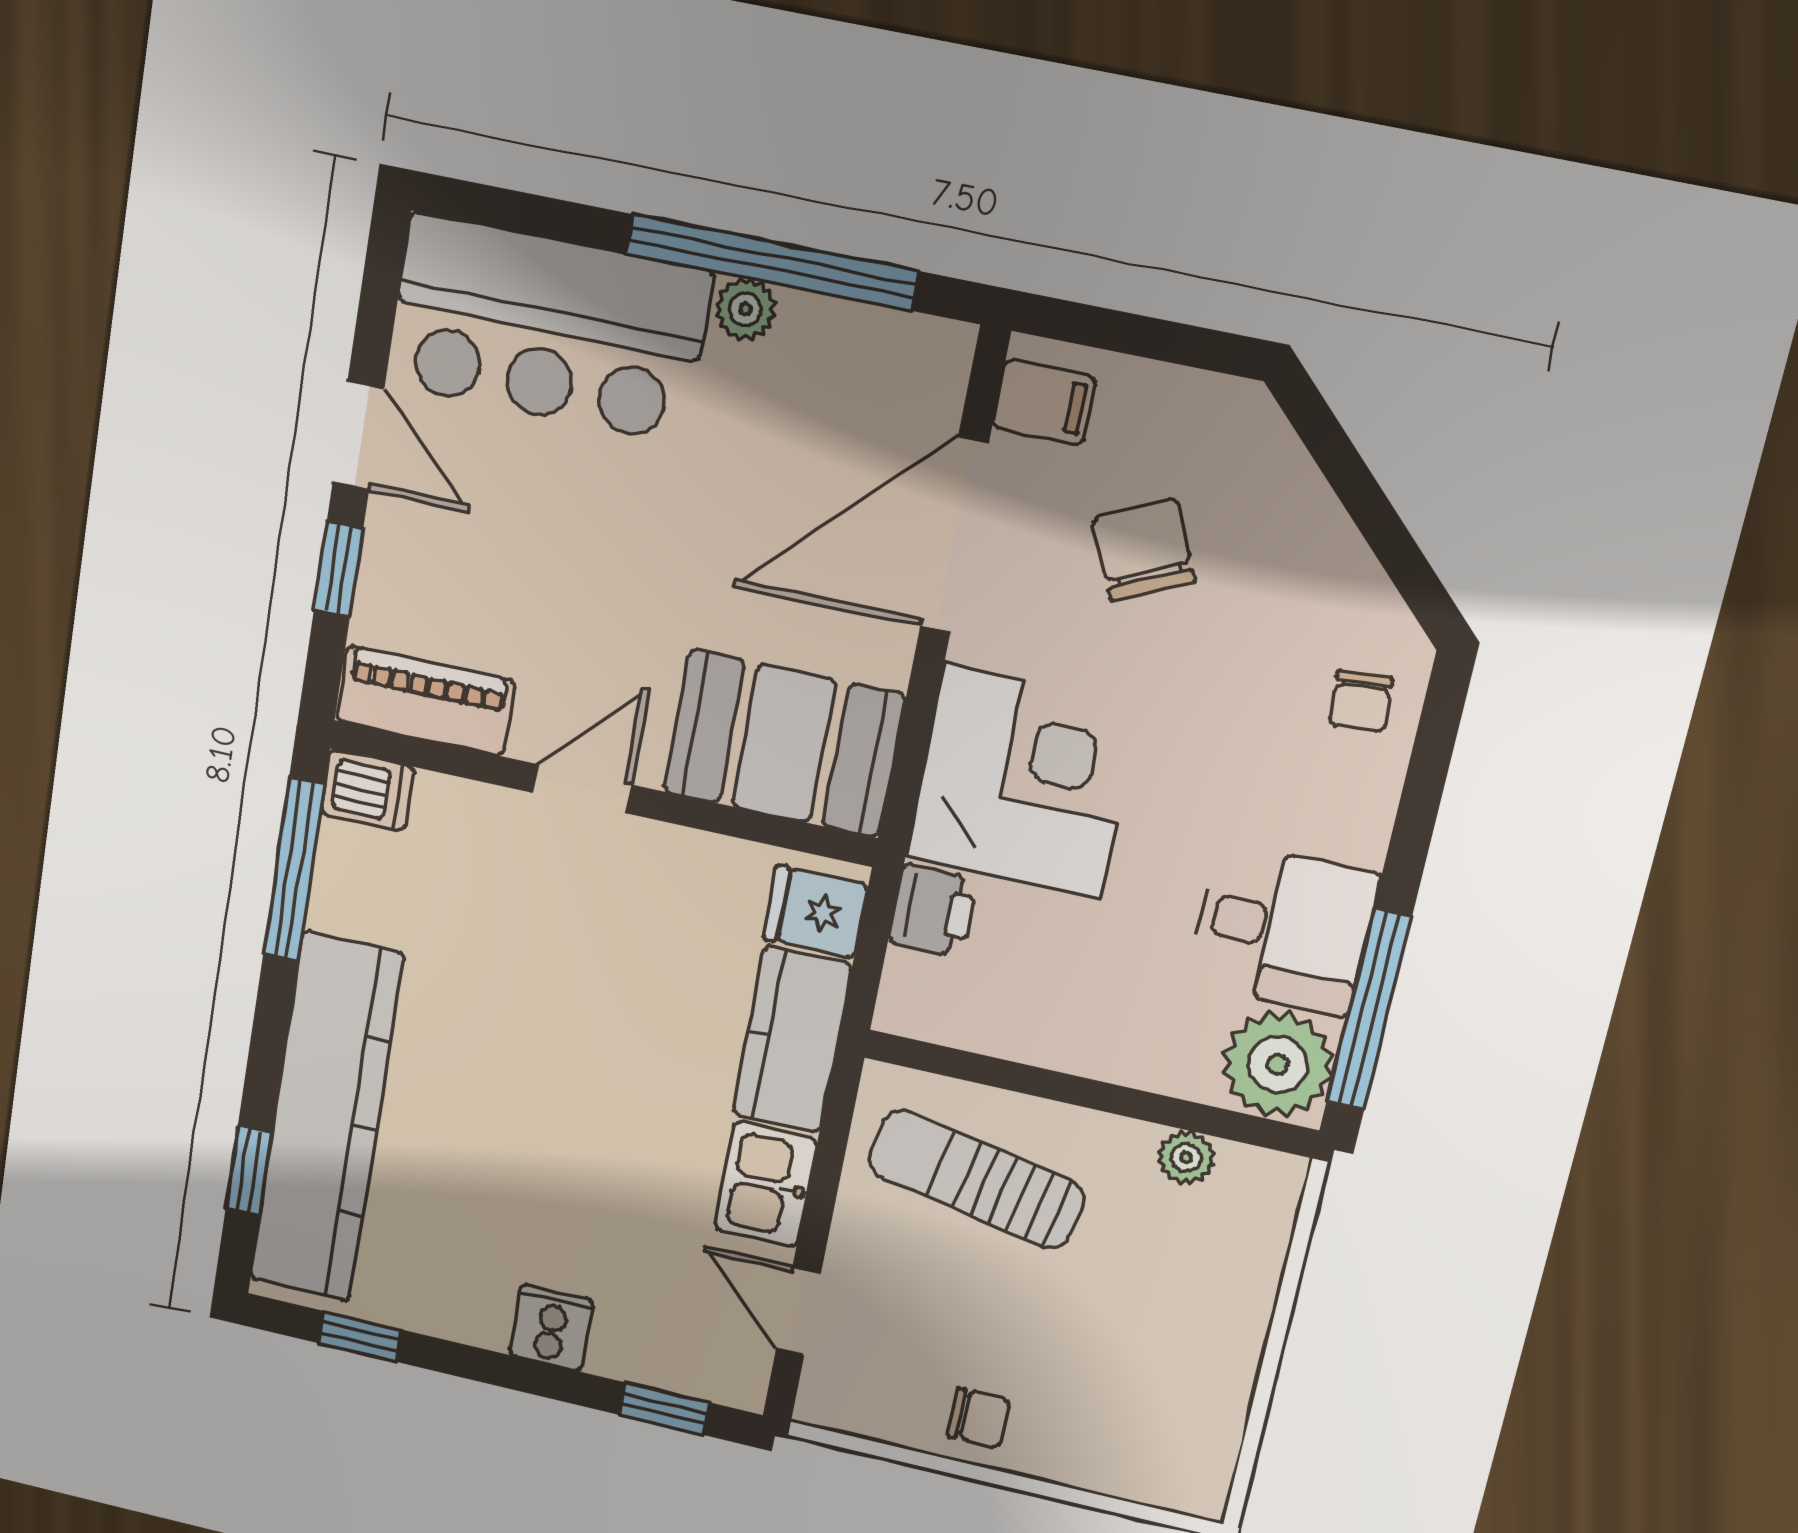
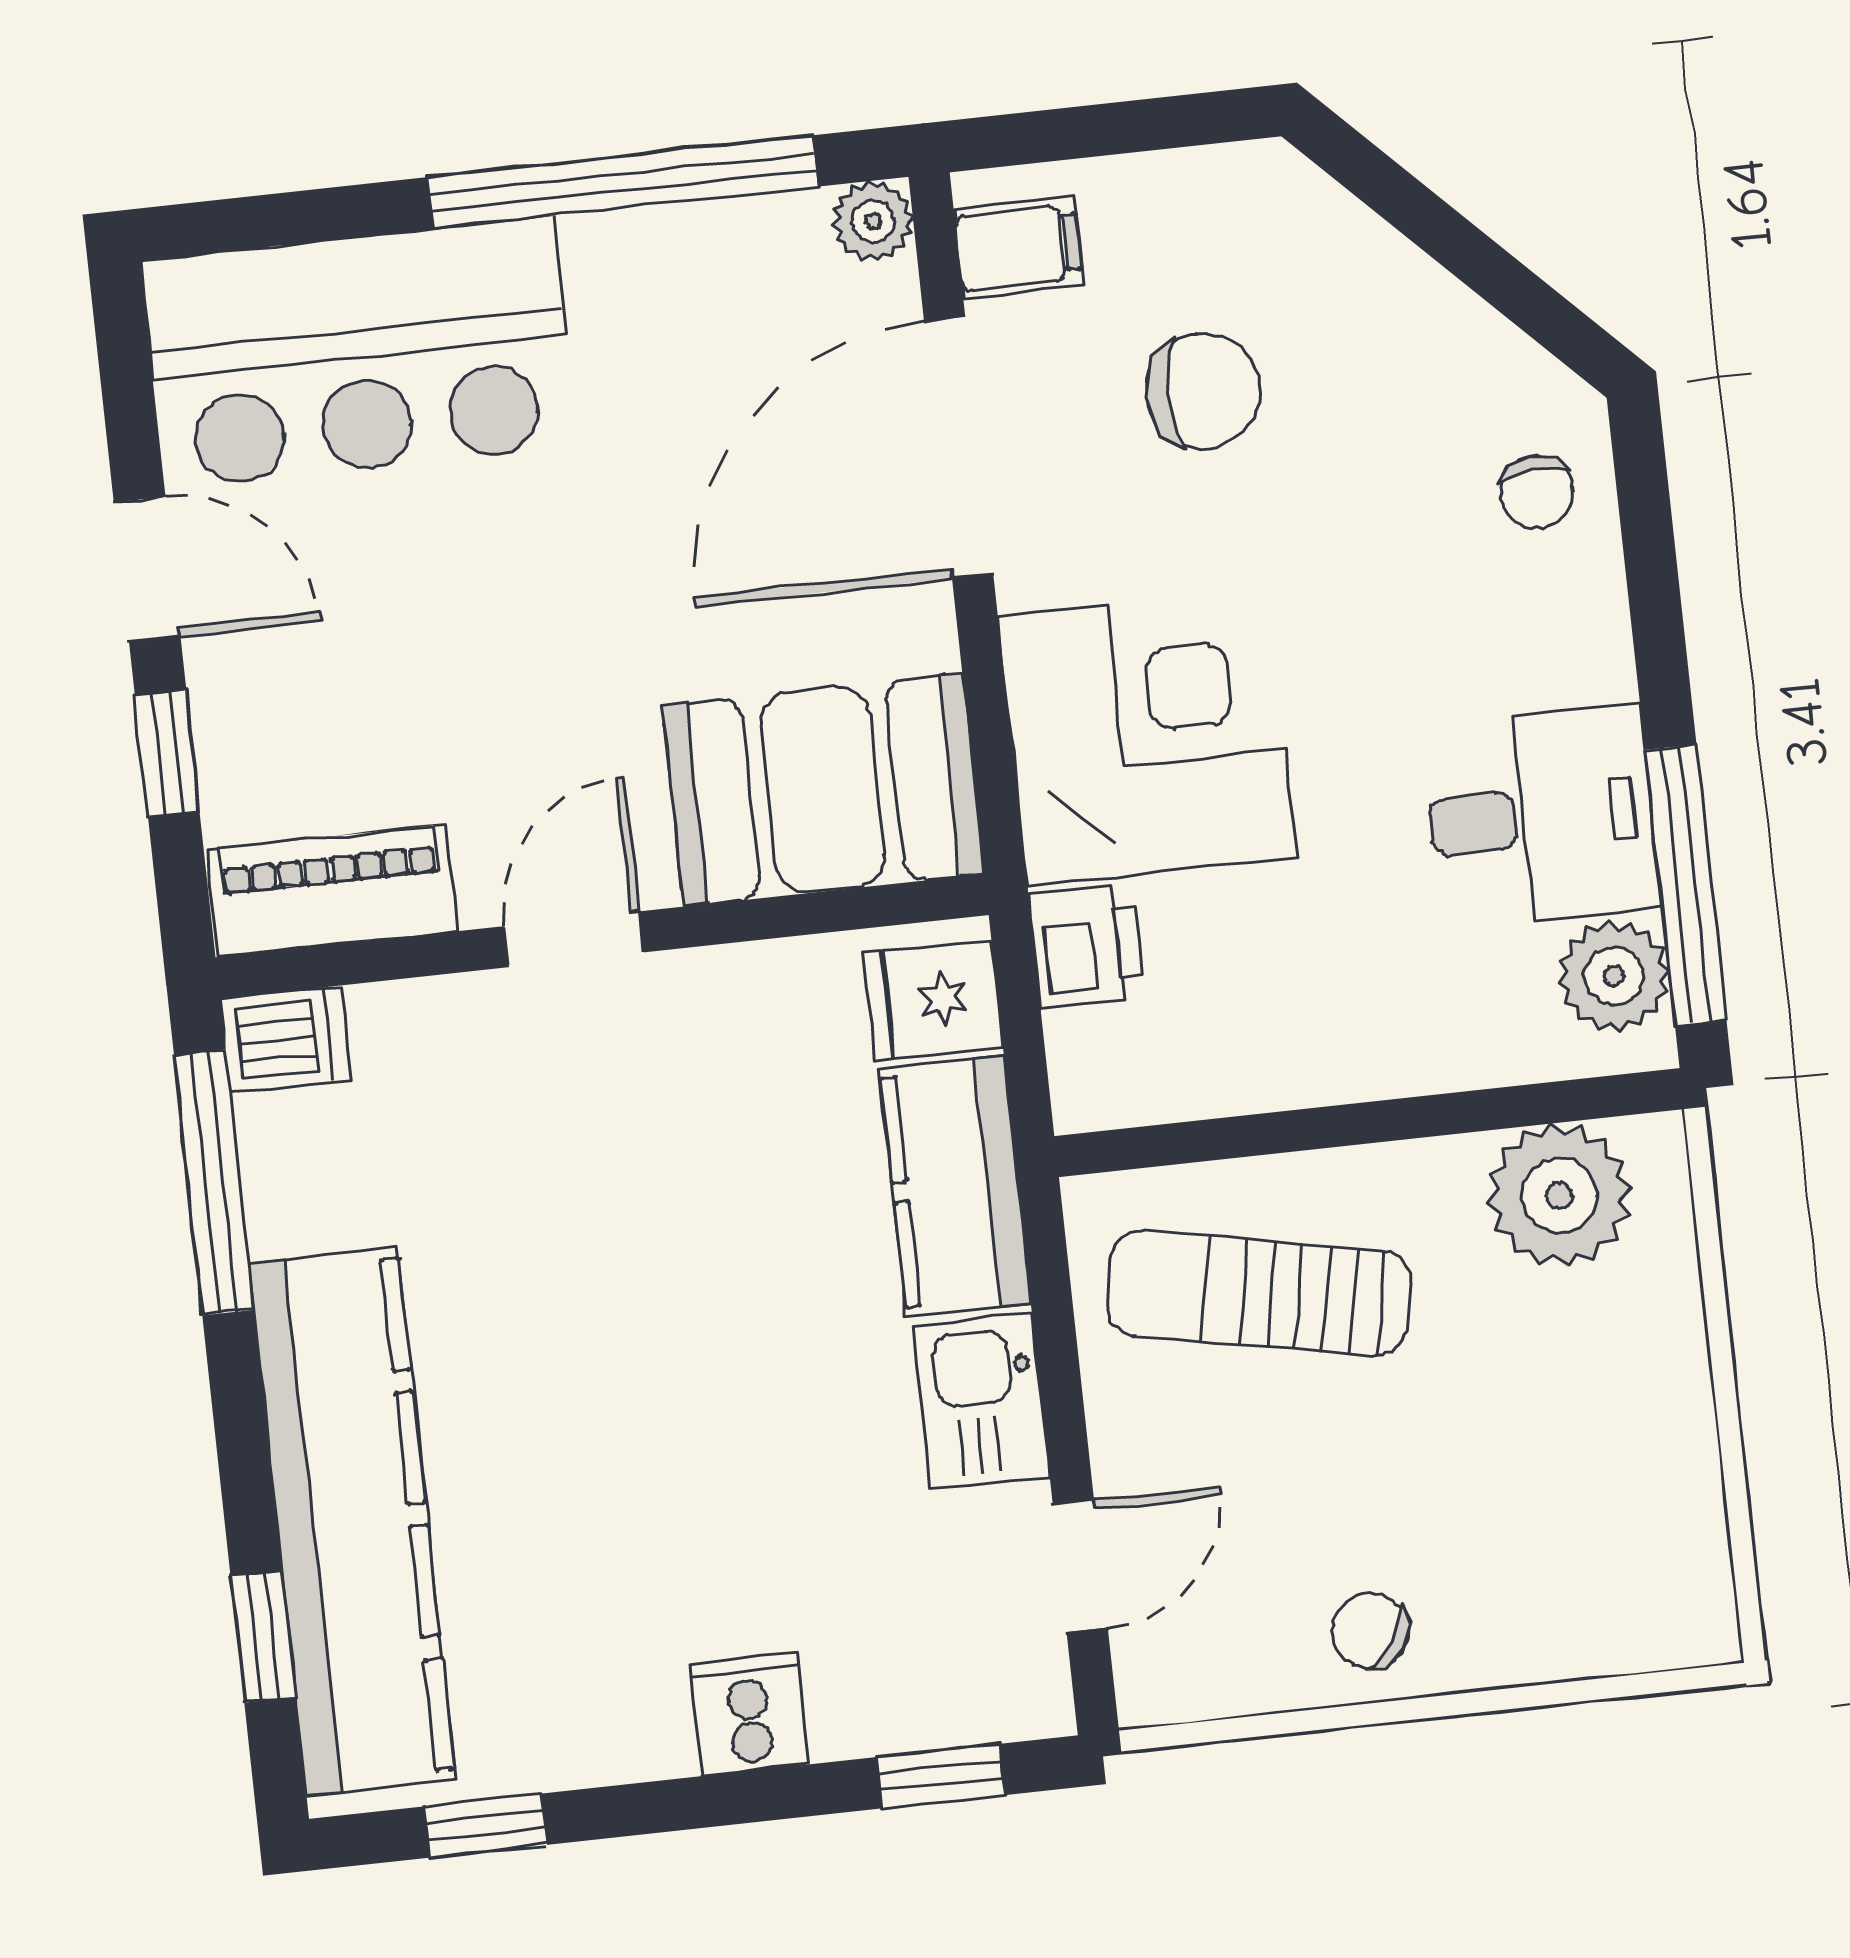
plant: (746, 309) -> (873, 221), moved
chair: (1144, 550) -> (1203, 391), turned 115
plant: (1278, 1064) -> (1614, 976), width x0.73, depth x0.73
plant: (1186, 1157) -> (1559, 1196), width x1.88, depth x1.88
door: (798, 1311) -> (1080, 1566), swing flipped
chair: (979, 1418) -> (1370, 1631), turned -147

